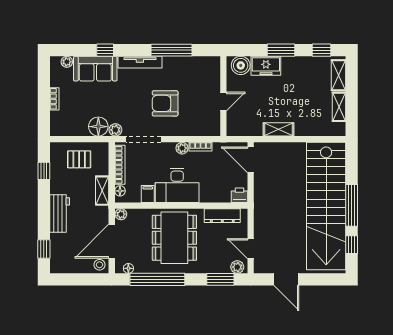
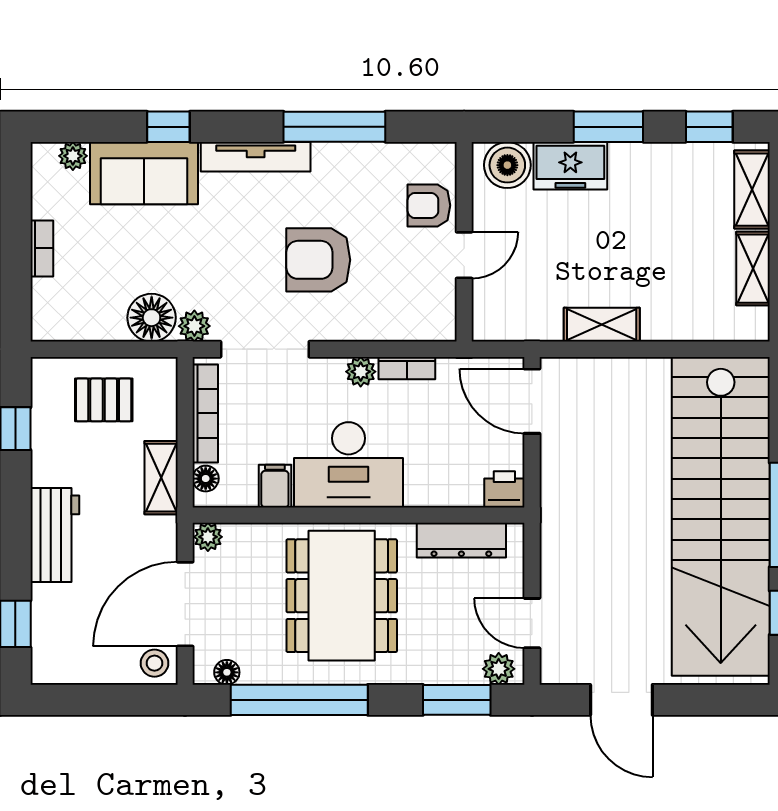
armchair: (209, 82) -> (429, 205), added

